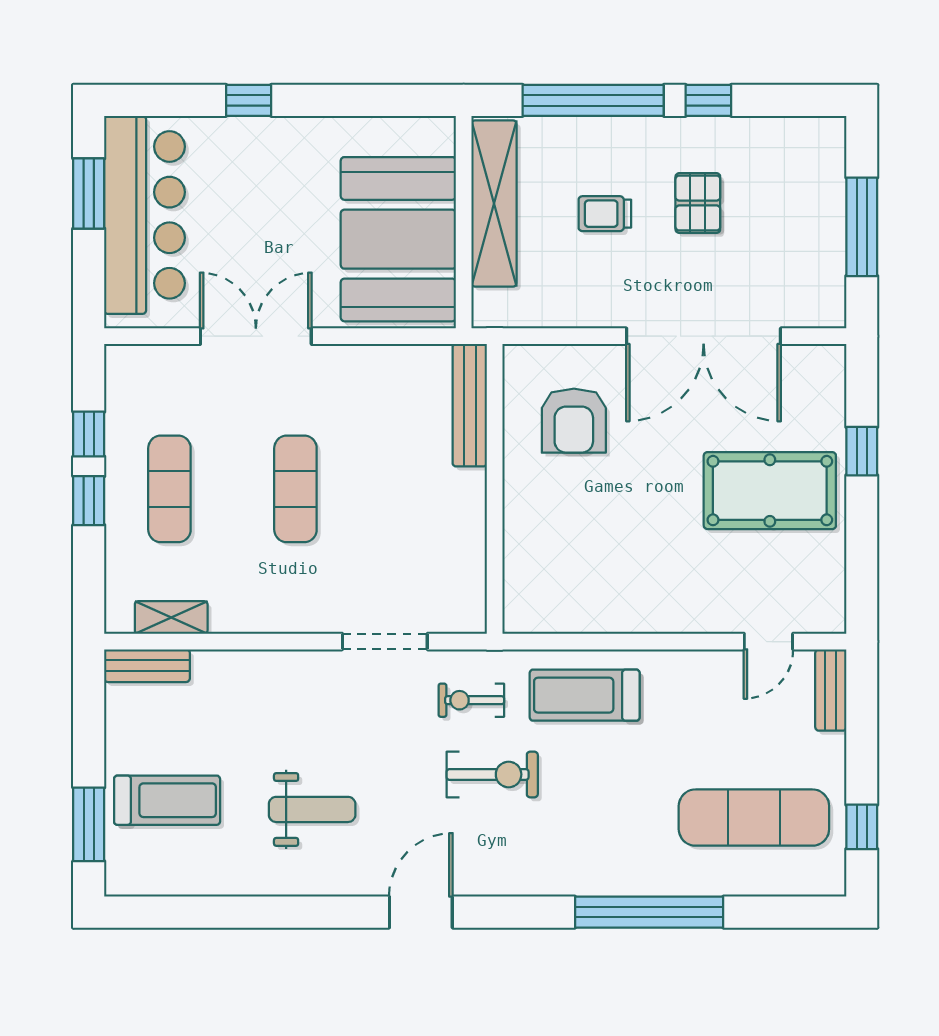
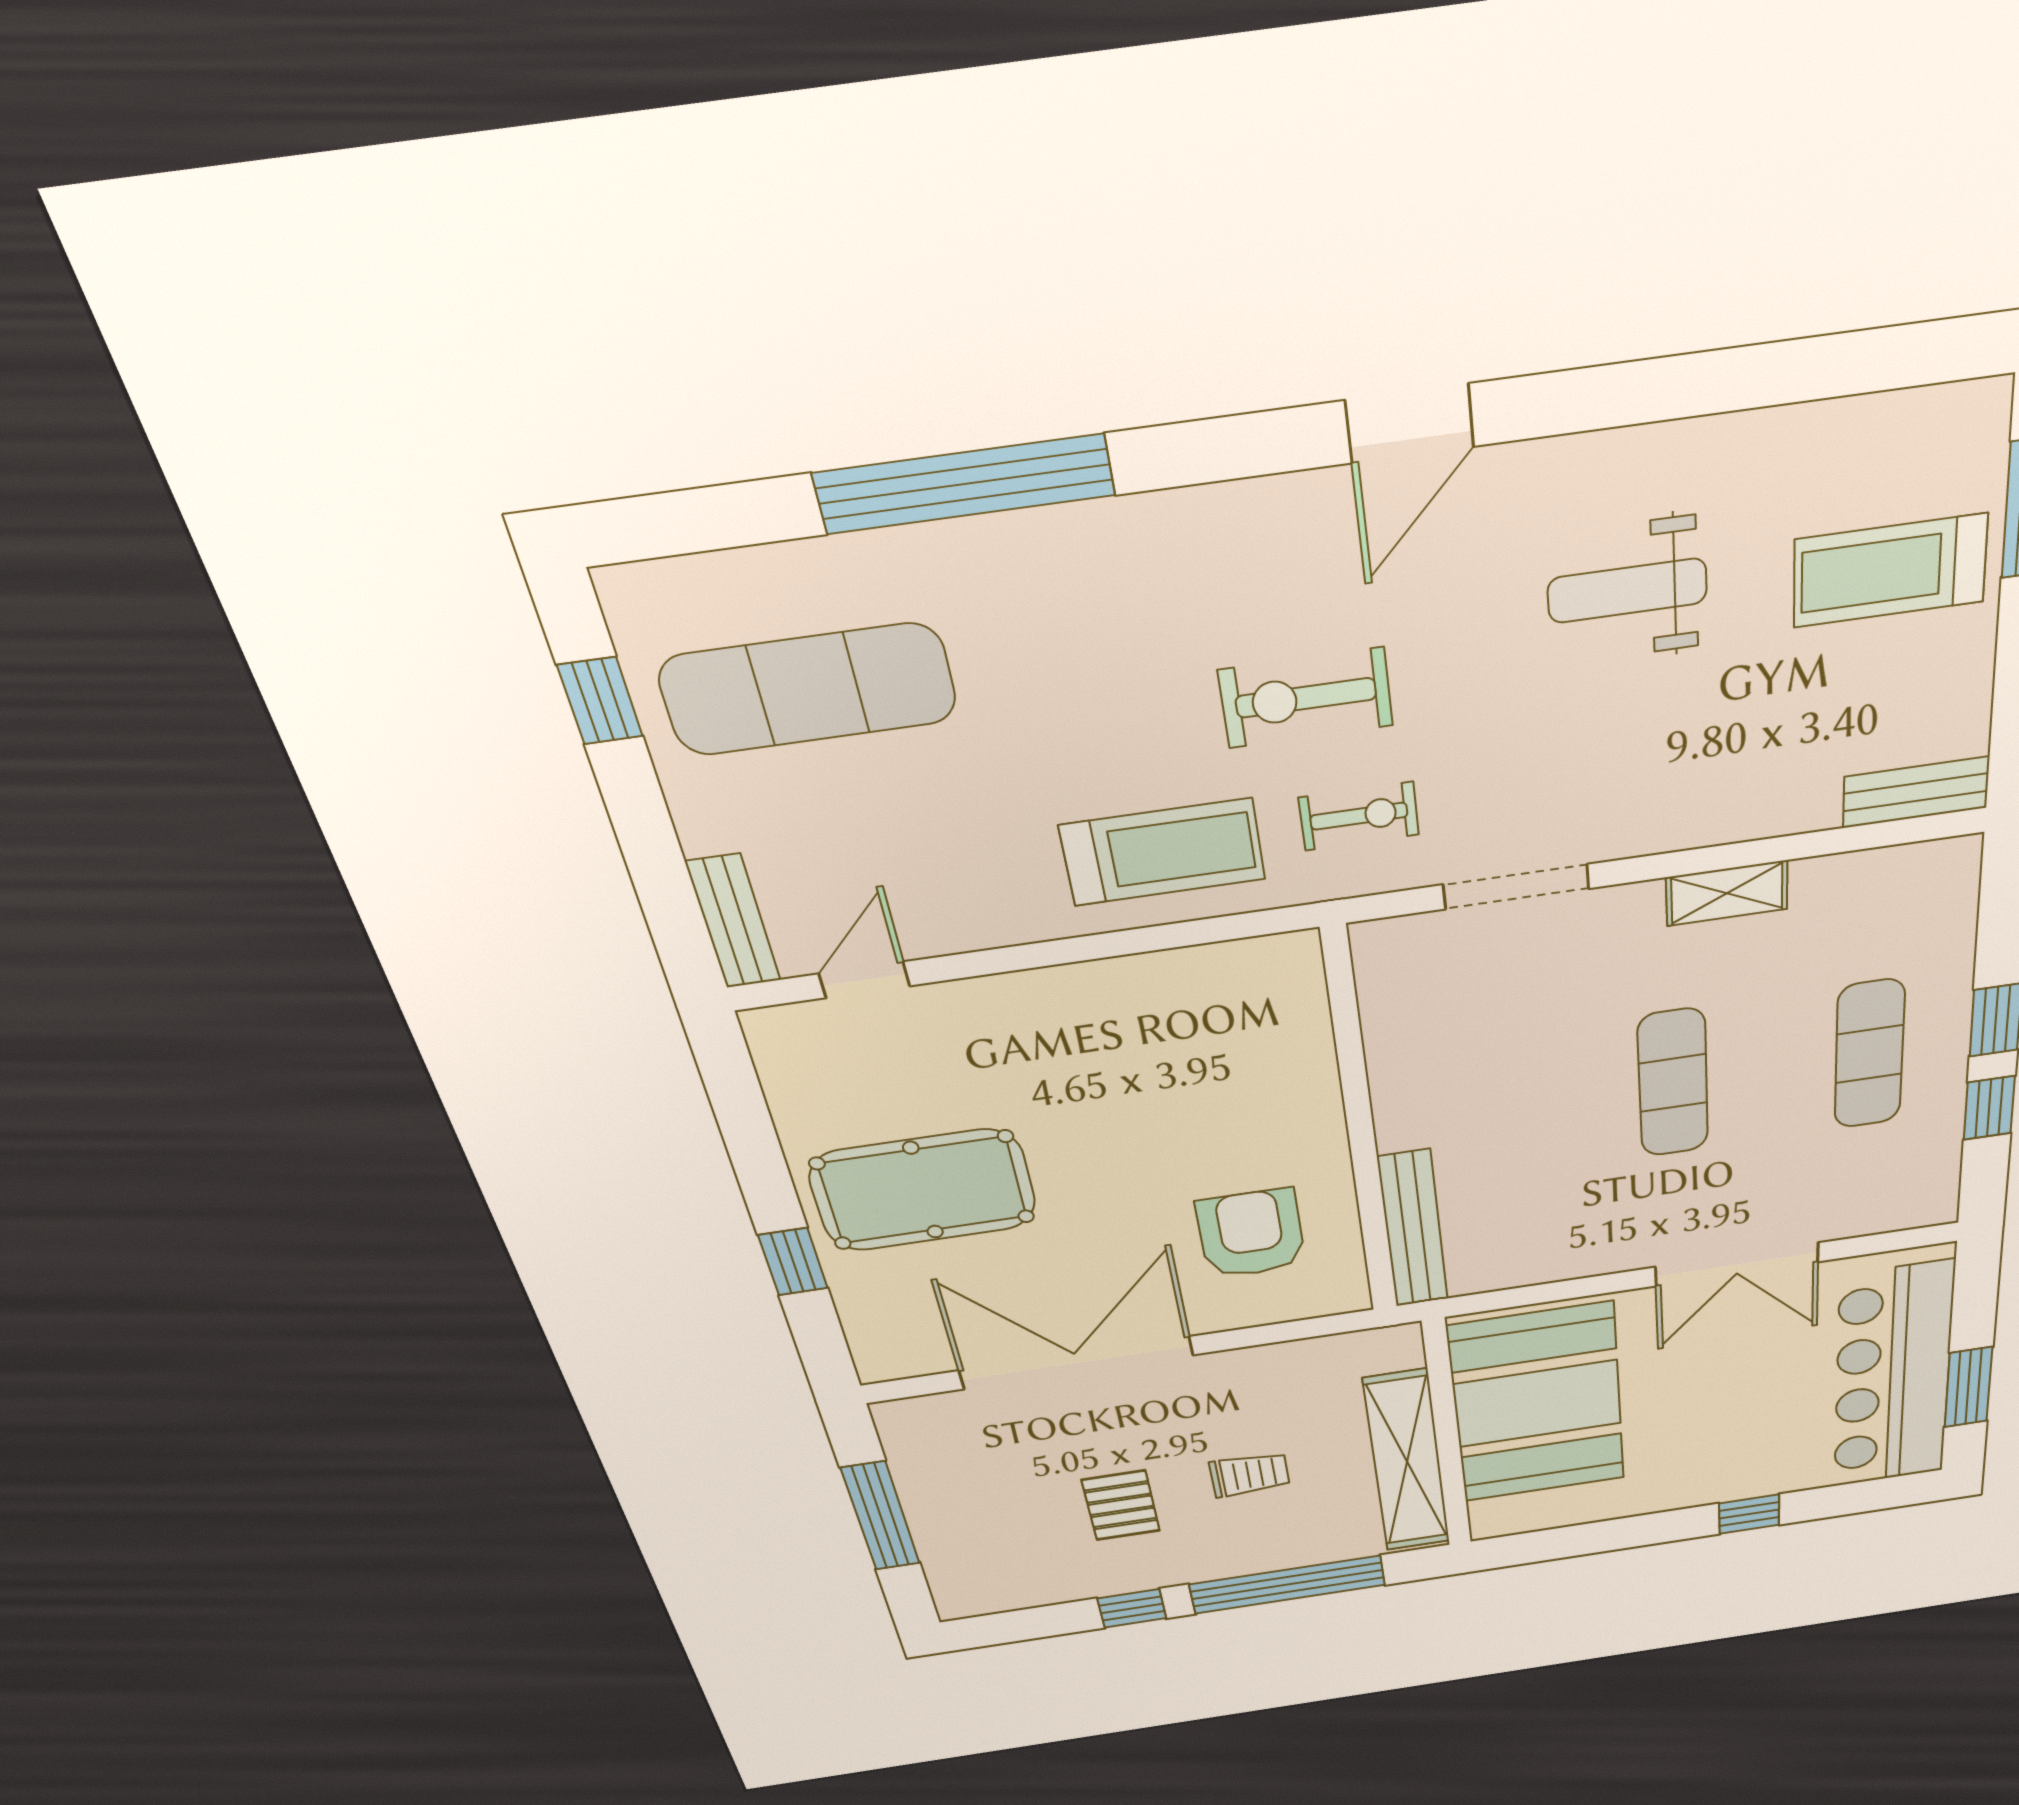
shelving: (171, 617) -> (1727, 893), moved

